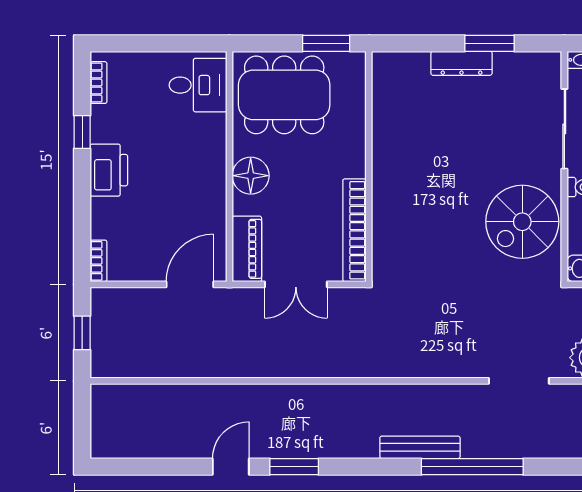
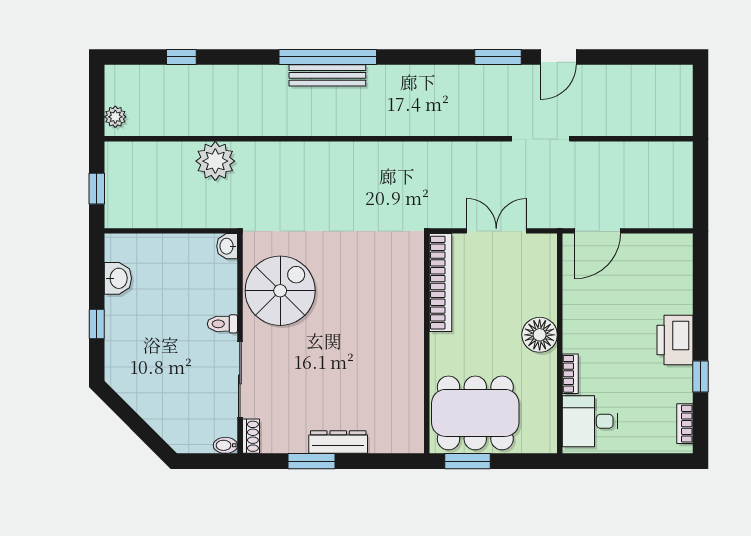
shoe rack: (553, 69) -> (251, 436), added
dining table: (284, 95) -> (475, 413), moved
piano: (247, 249) -> (543, 265), removed
bookcase: (99, 261) -> (570, 374), moved, turned 180
window: (82, 333) -> (700, 185), removed
doorway: (519, 381) -> (541, 139), moved
bench: (420, 447) -> (327, 75), moved

